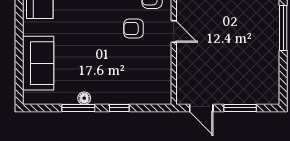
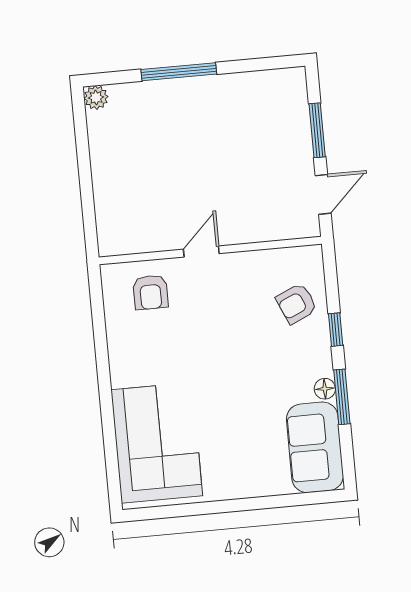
armchair: (133, 29) -> (296, 304), moved, turned 66
sofa: (38, 63) -> (315, 447), moved, turned -90

